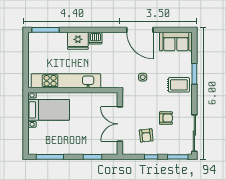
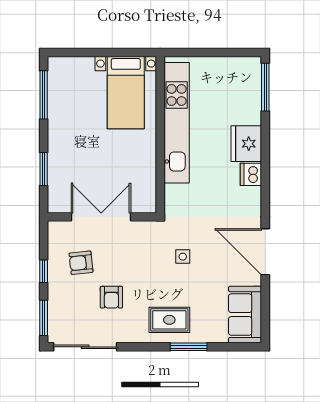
door: (140, 30) -> (265, 252), hinge flipped
rug: (179, 85) -> (169, 320), turned 90

